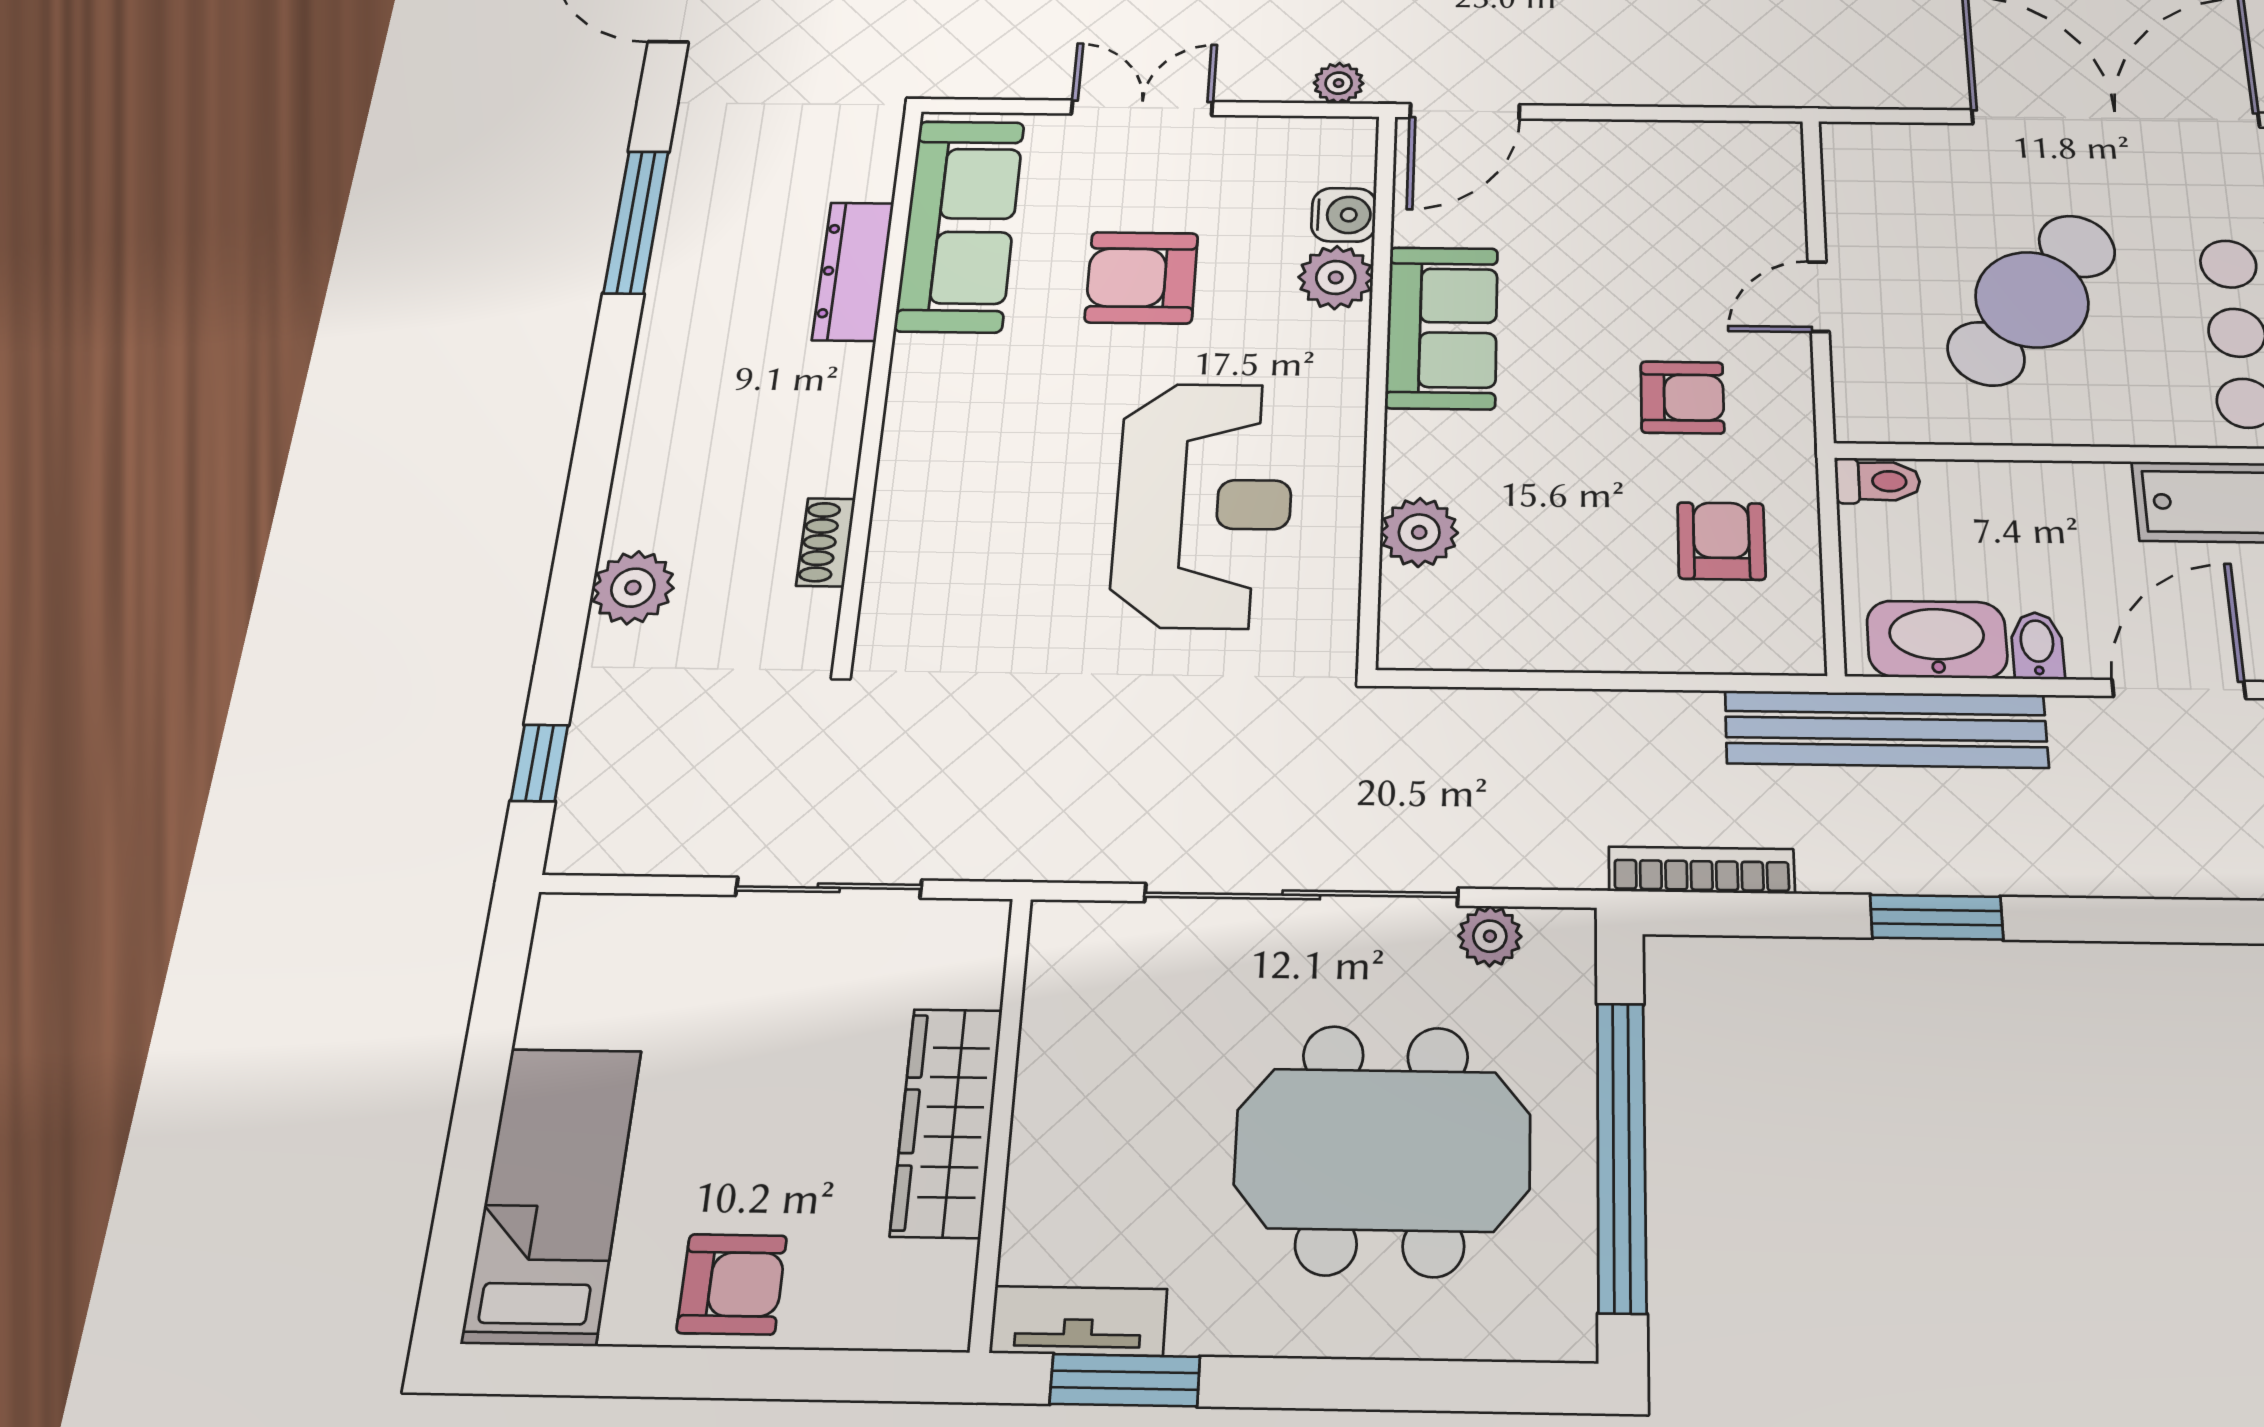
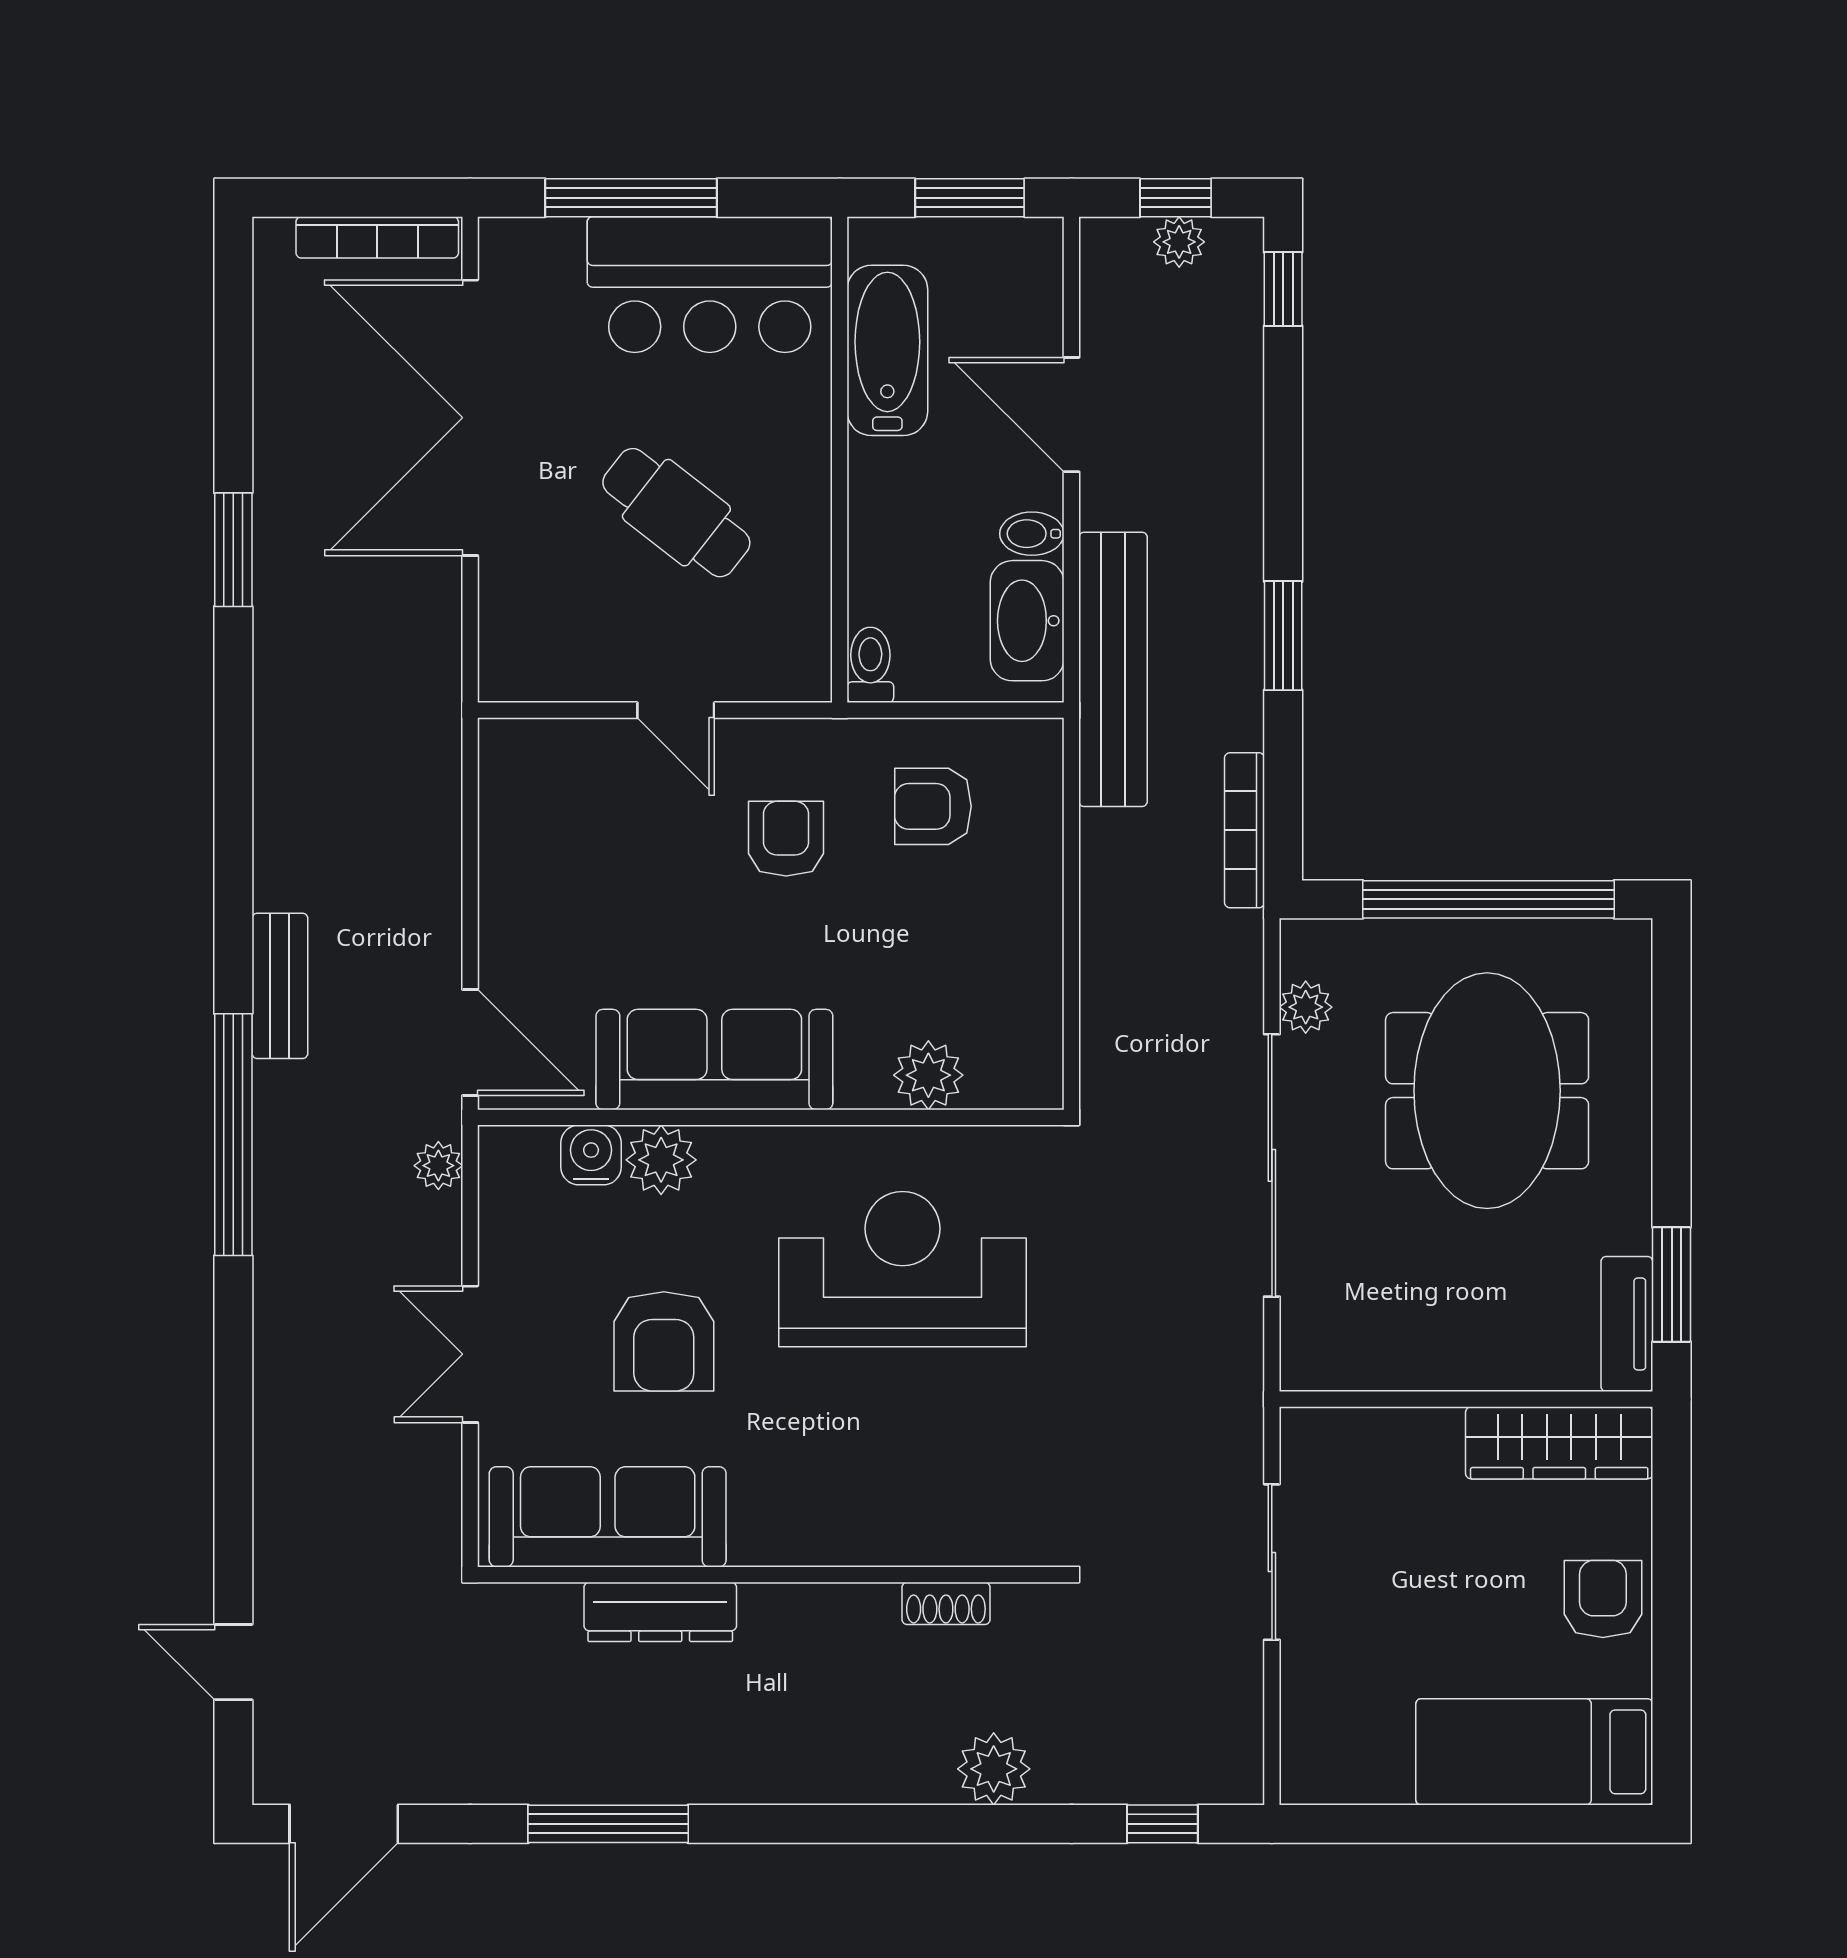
cafe table: (2032, 300) -> (676, 513), width x0.73, depth x0.74
sofa: (1442, 327) -> (714, 1059), width x1.36
wardrobe: (947, 1122) -> (1559, 1443), moved

